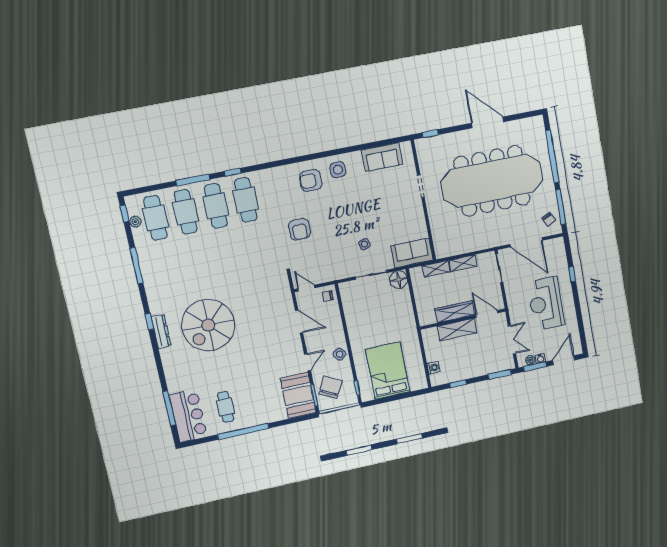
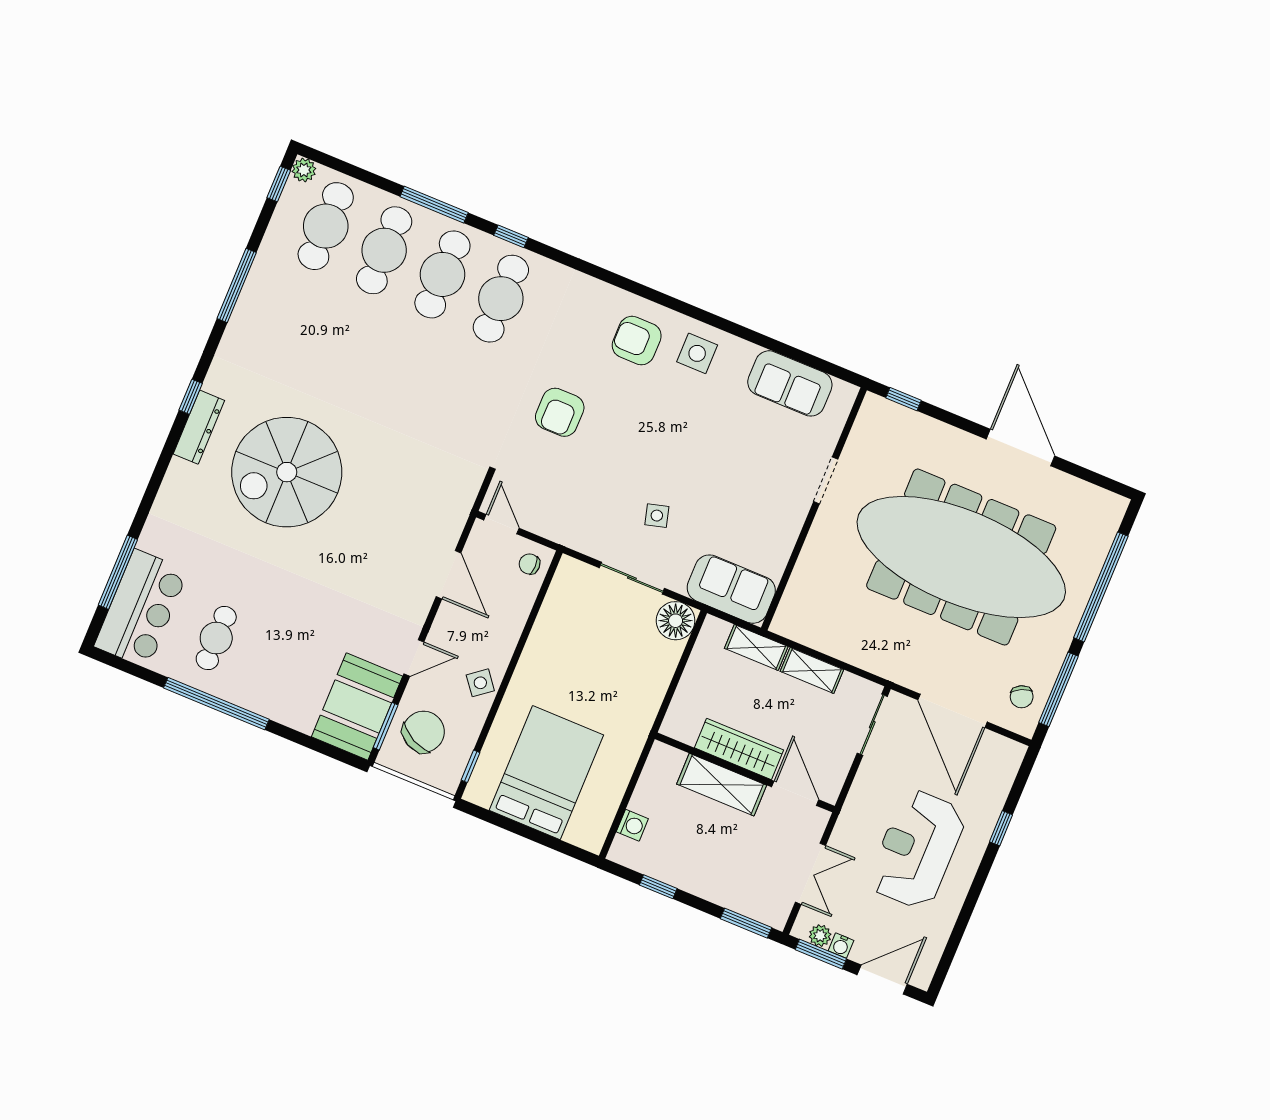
plant: (135, 222) -> (304, 170), moved

